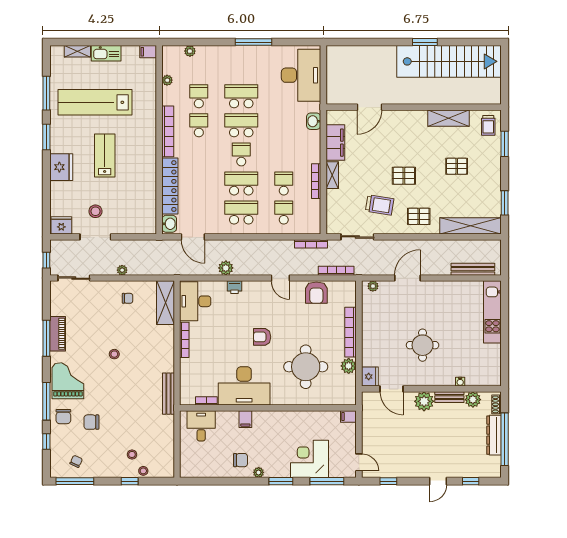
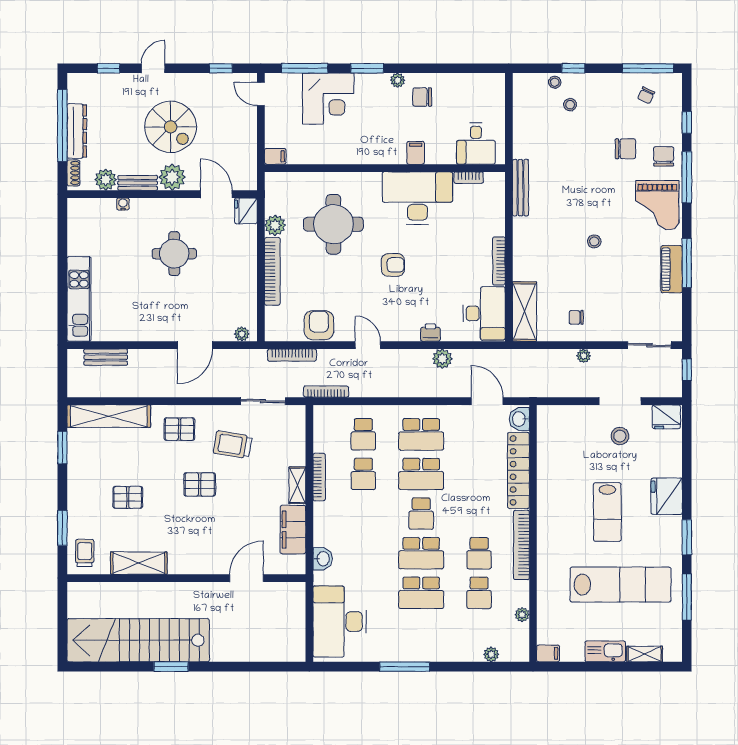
bench: (473, 269) -> (106, 357), width x0.73
spiral stairs: (425, 438) -> (171, 127), added

